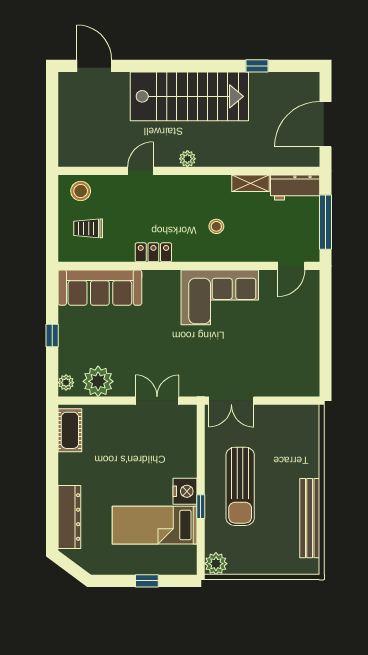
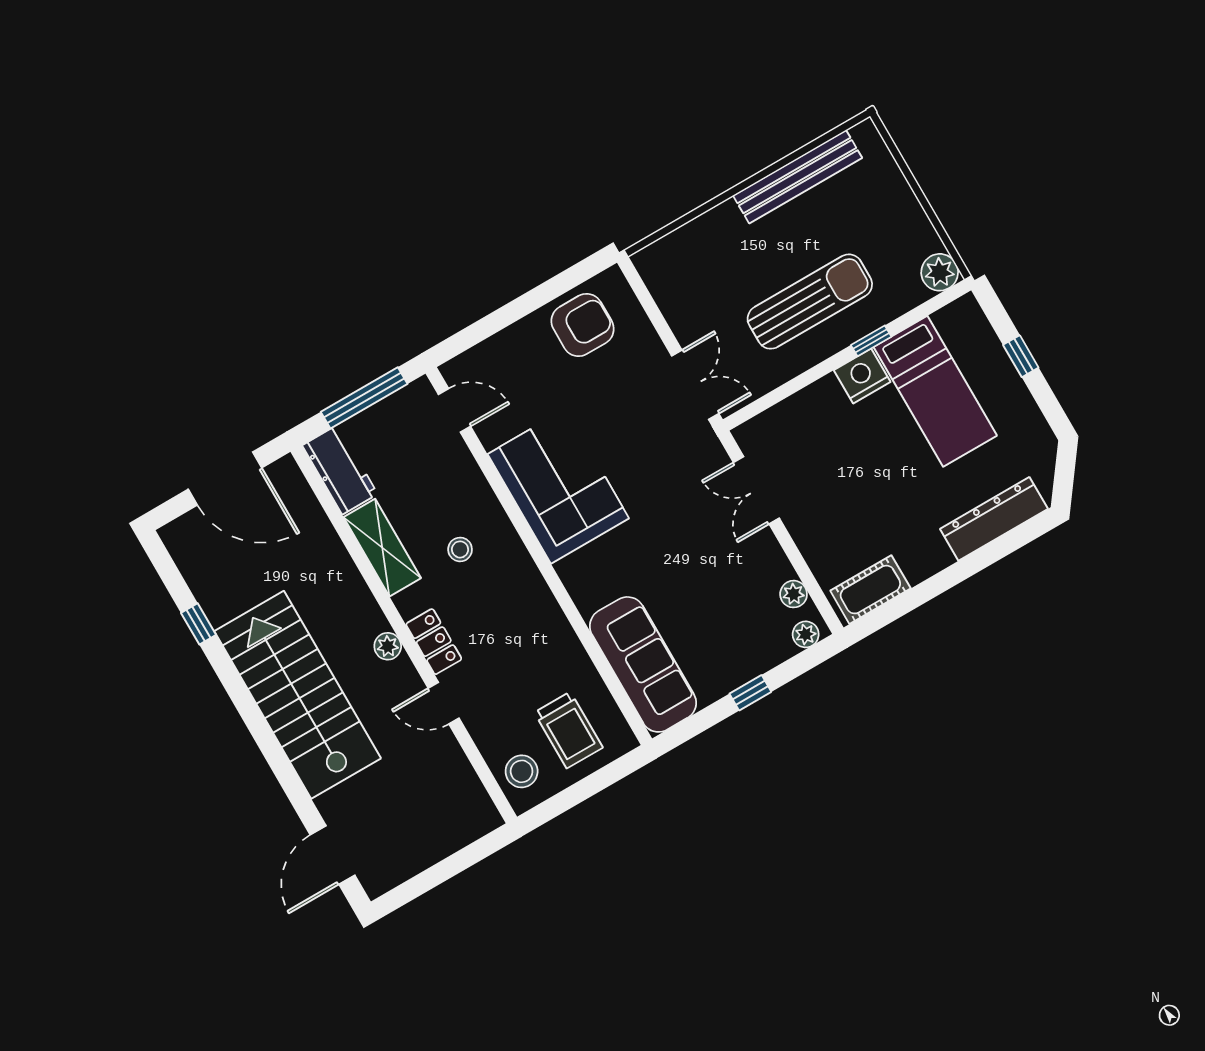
shelving: (250, 183) -> (382, 548), width x1.50, depth x1.33
trolley: (88, 228) -> (569, 730), width x1.36, depth x1.39
locker: (153, 252) -> (434, 642), moved, turned 180
armchair: (297, 359) -> (583, 325), added
plant: (98, 381) -> (794, 594), width x0.53, depth x0.53

